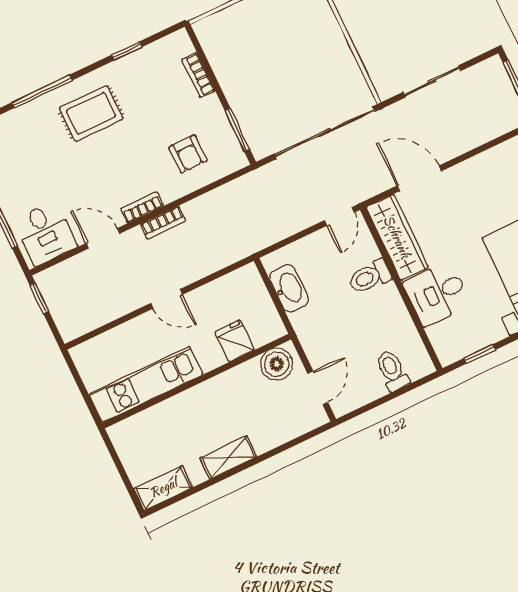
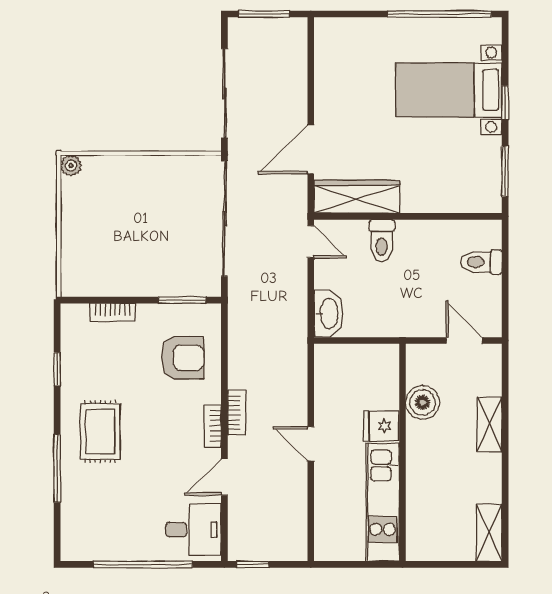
sliding door: (432, 81) -> (224, 93), width x1.37
armchair: (188, 154) -> (183, 358), width x1.38, depth x1.38
washbasin: (289, 288) -> (328, 314), moved, turned 90
desk: (437, 293) -> (428, 184), removed
door: (166, 299) -> (311, 444), swing flipped
fridge: (235, 341) -> (381, 426), moved
window: (480, 354) -> (505, 171), width x1.50
boiler: (277, 364) -> (423, 402), moved
shelving: (228, 457) -> (489, 424), moved

